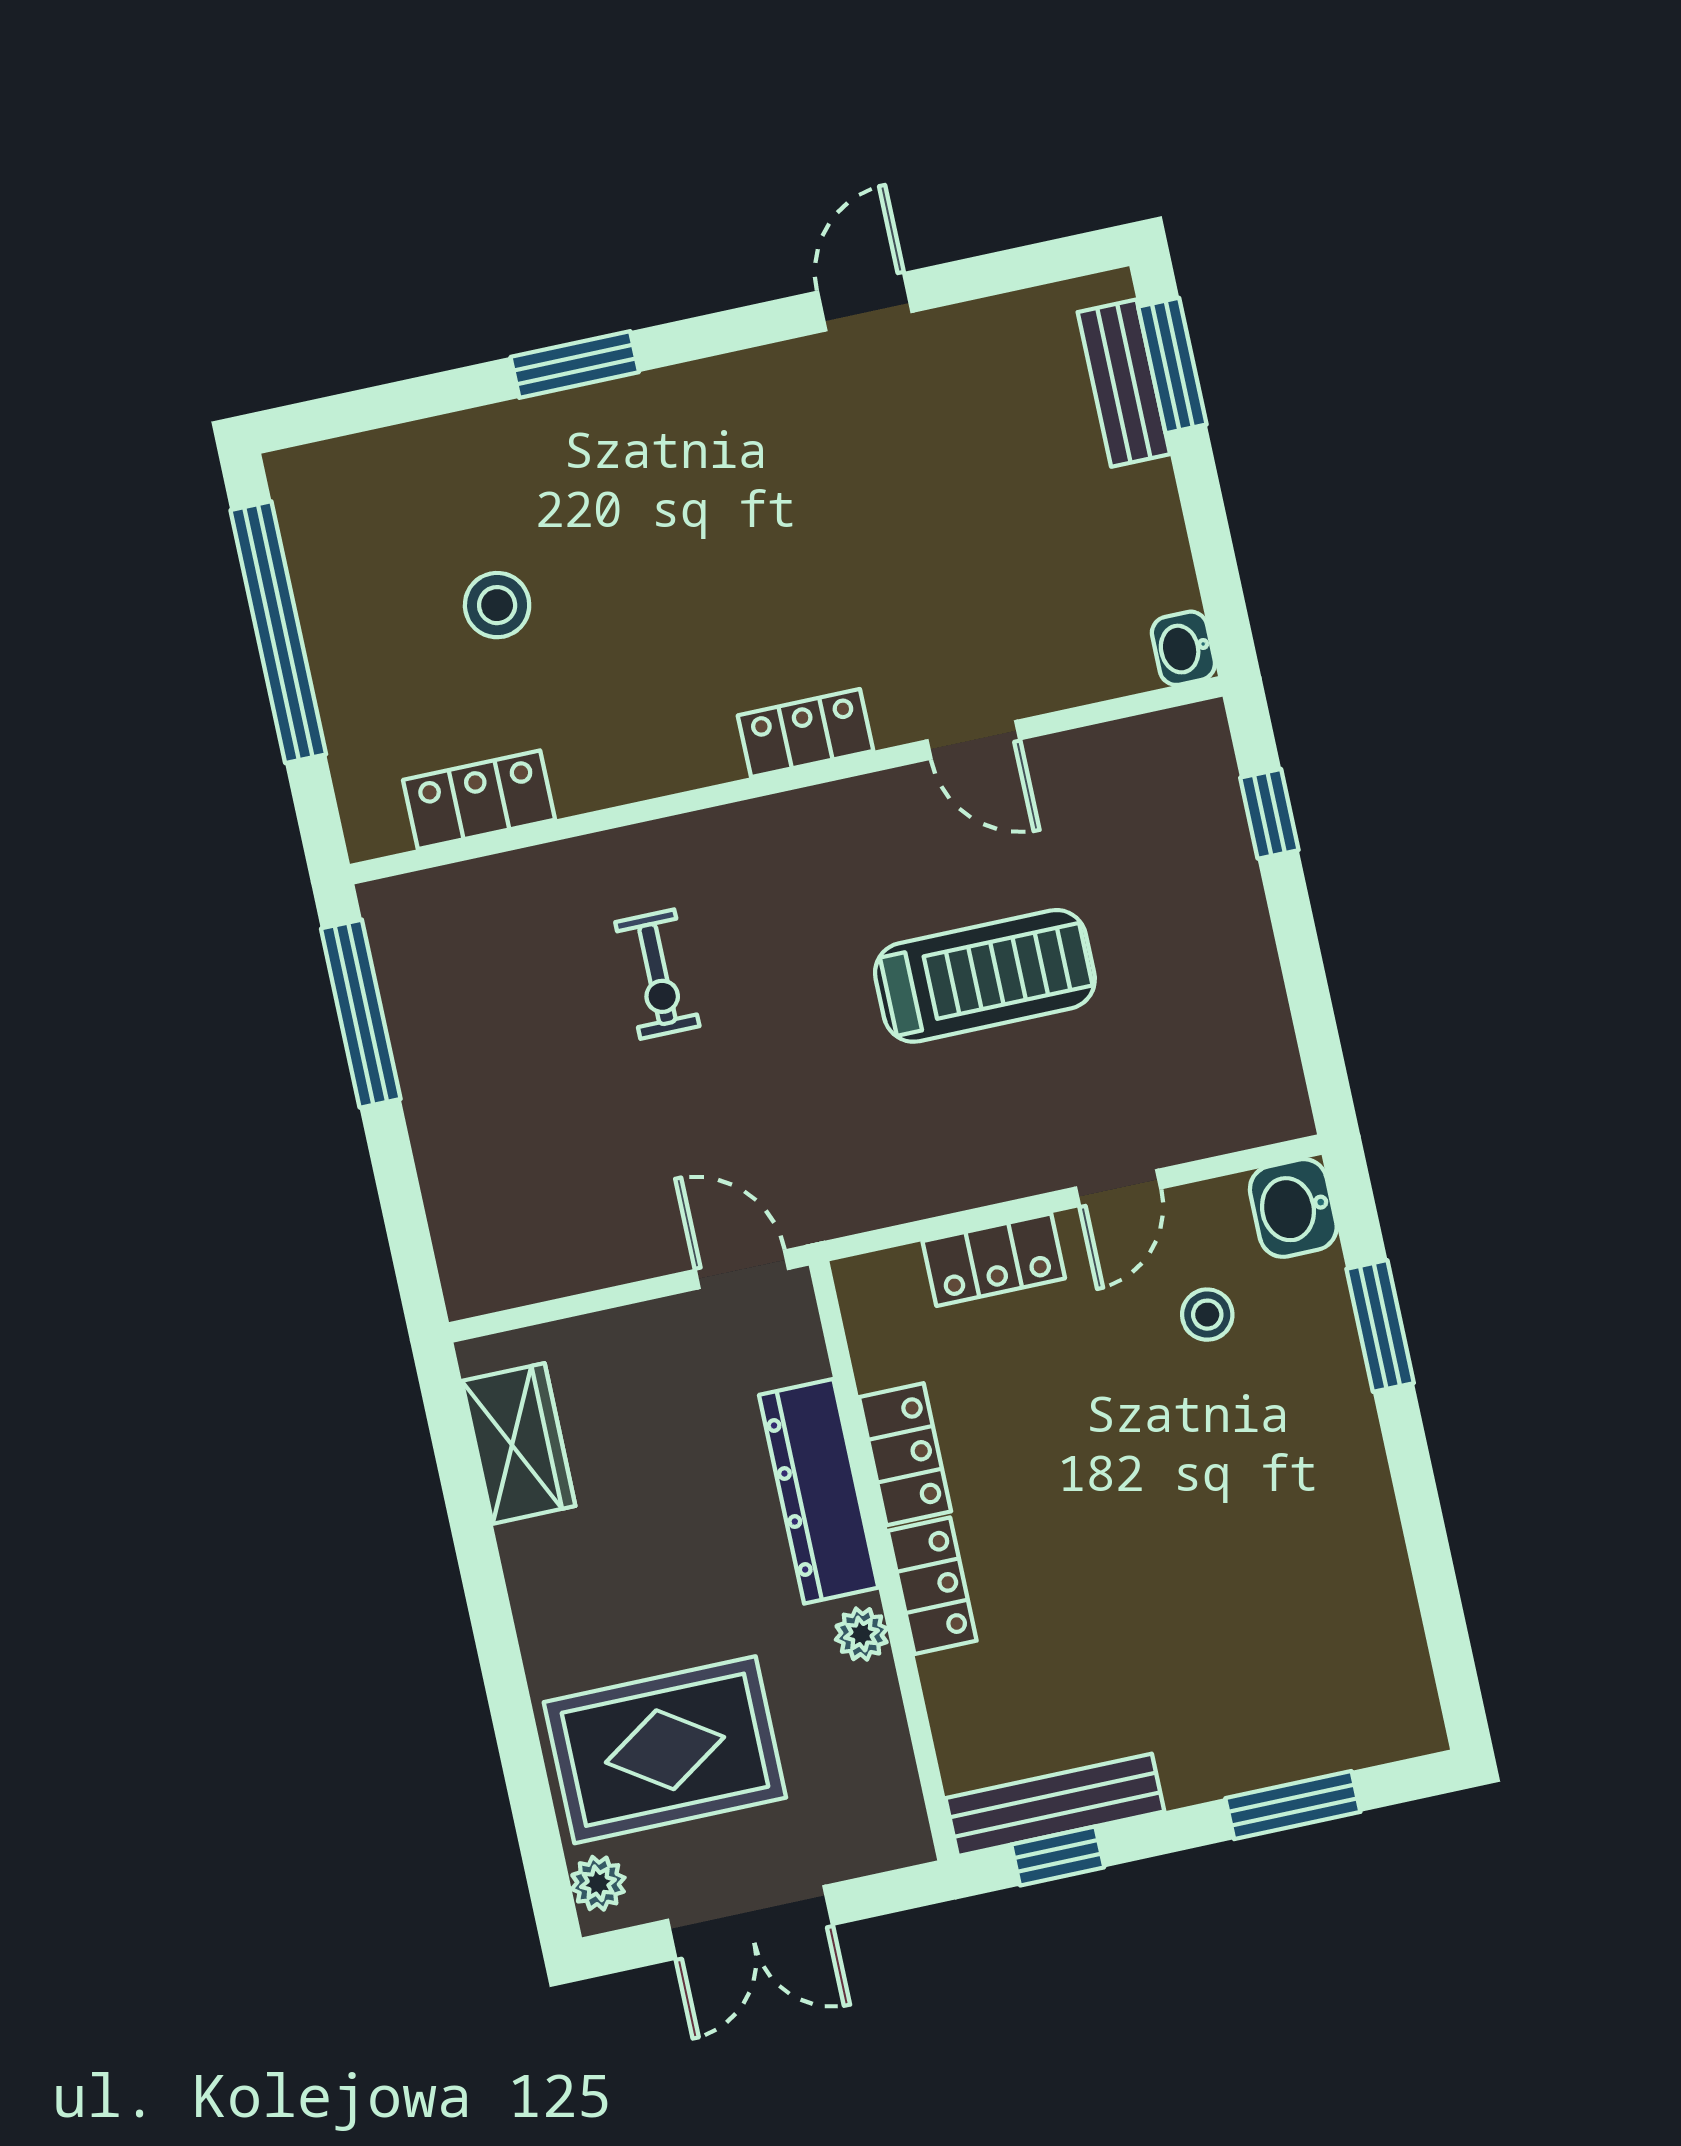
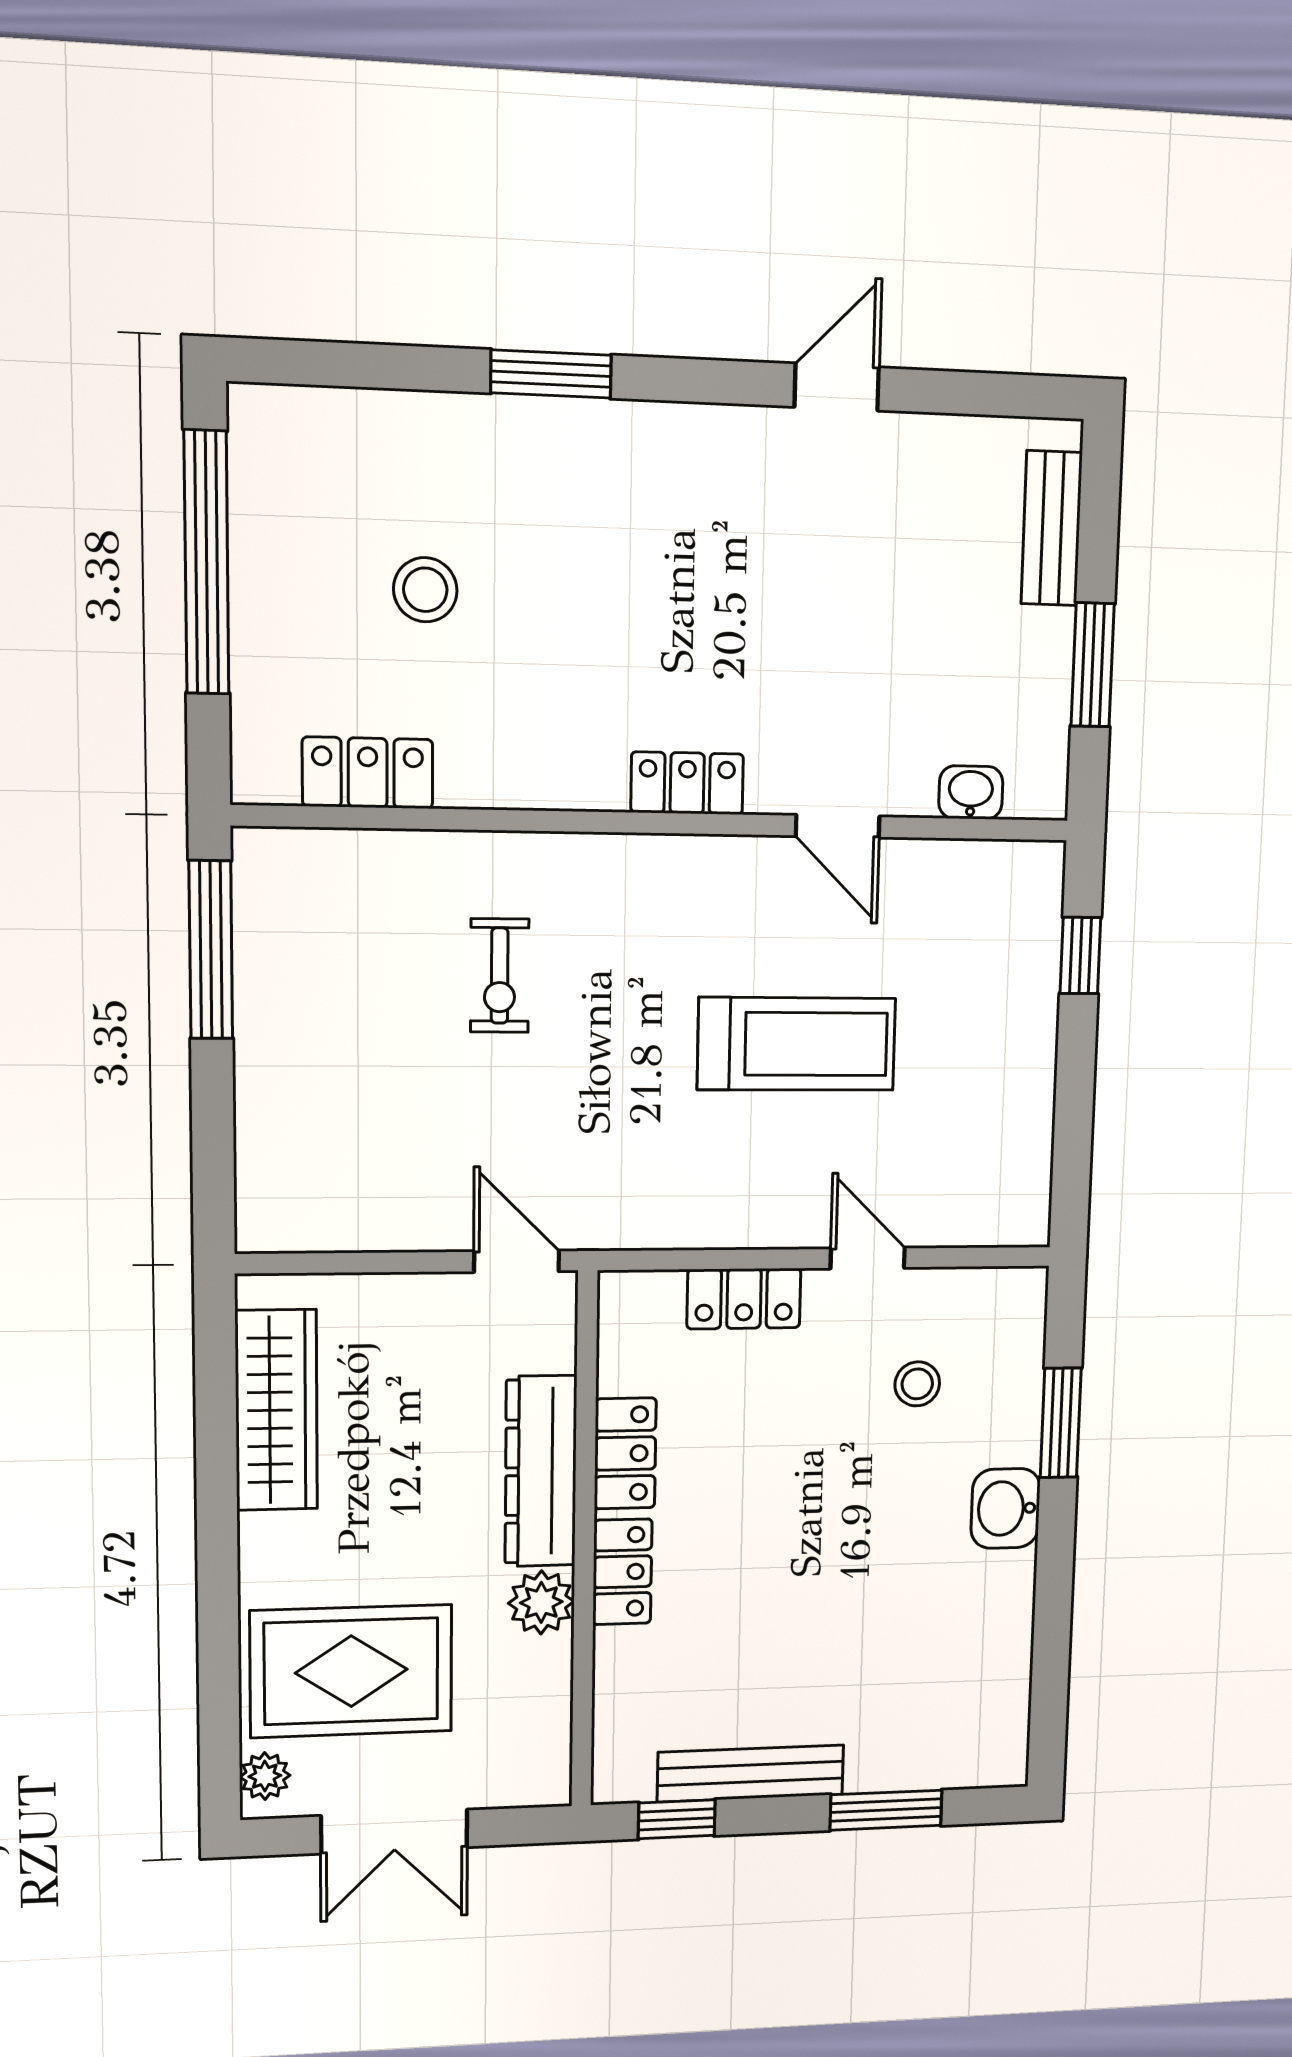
window: (1172, 366) -> (1093, 665), moved
washbasin: (1183, 648) -> (971, 792), moved, turned 90
door: (1118, 1188) -> (868, 1258), swing flipped
washbasin: (1293, 1208) -> (1006, 1508), moved
wardrobe: (519, 1443) -> (276, 1410), width x1.50
plant: (862, 1634) -> (541, 1602), width x1.38, depth x1.38
bench: (1055, 1805) -> (751, 1773), moved

